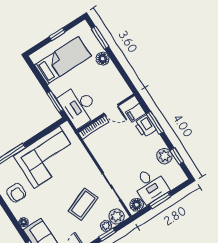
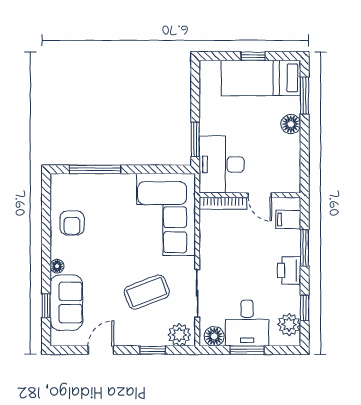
bed: (63, 60) -> (261, 78), moved, turned 180
printer: (145, 126) -> (289, 271), moved
plant: (164, 156) -> (289, 324), moved
corner sofa: (47, 157) -> (166, 214), moved, turned 90
plant: (106, 226) -> (158, 338), removed

